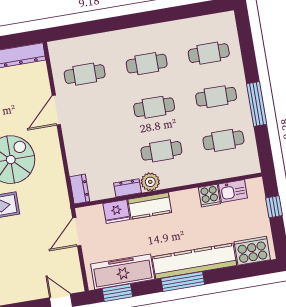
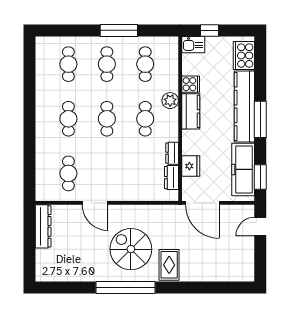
plant: (150, 182) -> (170, 101), moved
dresser: (80, 189) -> (171, 178), moved, turned -90
kitchen sink: (233, 191) -> (193, 45), moved, turned 90
kitchen counter: (150, 206) -> (191, 111), moved
door: (77, 232) -> (202, 203), width x1.36

